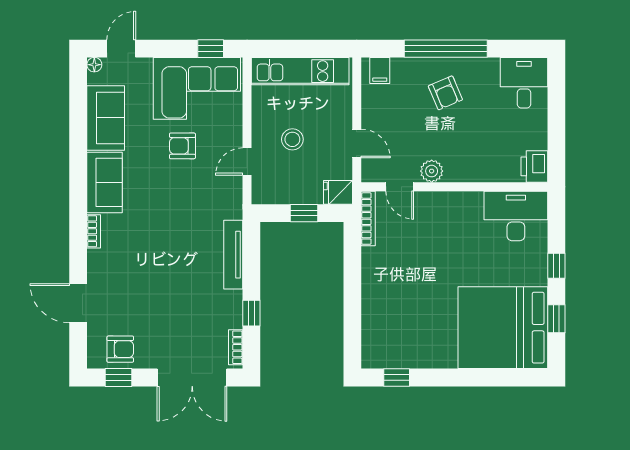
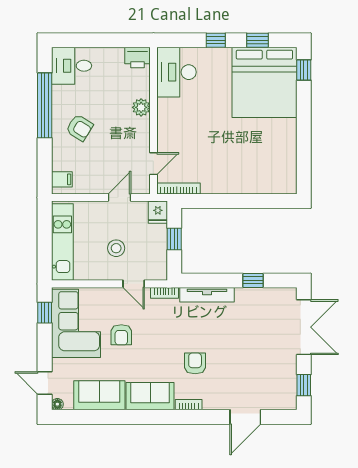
window: (446, 49) -> (45, 105), moved
armchair: (445, 93) -> (80, 128), turned 55
plant: (432, 171) -> (141, 107), moved
bookcase: (236, 347) -> (165, 293), moved
armchair: (120, 349) -> (195, 363), moved
window: (397, 378) -> (304, 70), moved

